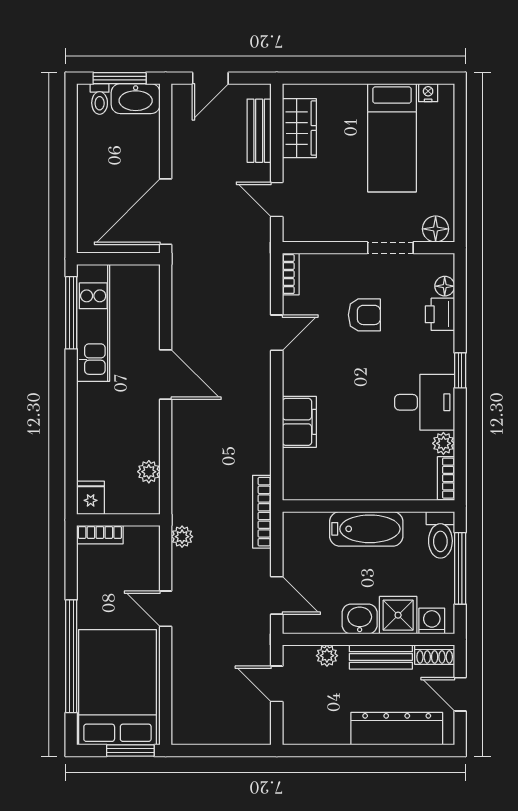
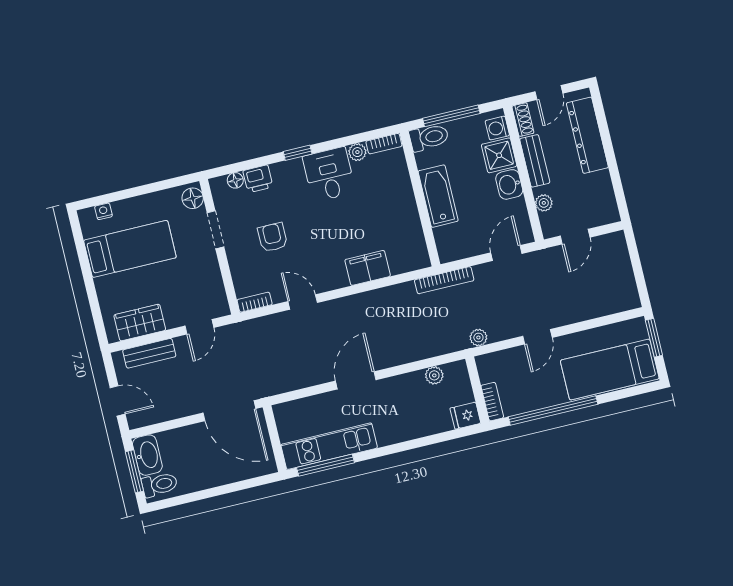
nightstand: (428, 93) -> (103, 211), moved, turned 90
toilet: (100, 99) -> (160, 485), width x1.37, depth x1.39
window: (71, 656) -> (553, 411), moved
bed: (117, 687) -> (610, 370), width x0.67

